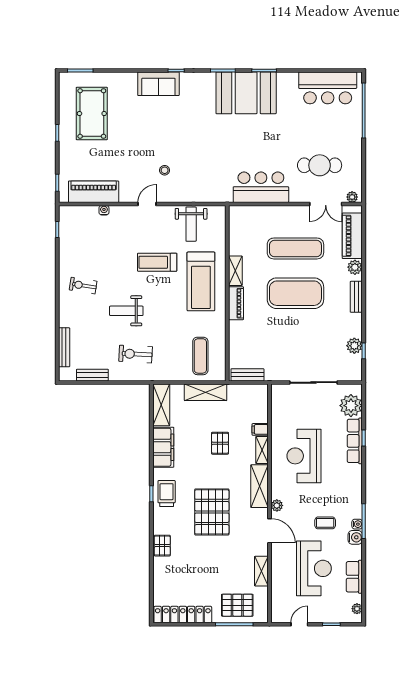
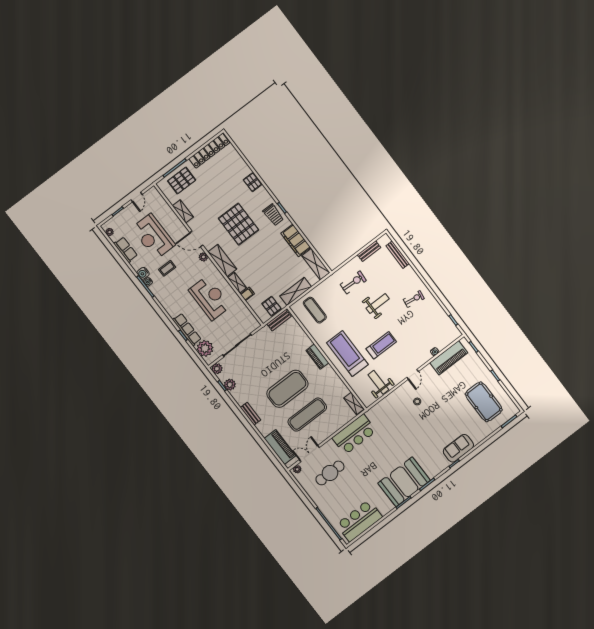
plant: (355, 267) -> (217, 369), moved
shelving: (235, 271) -> (354, 403), moved
pallet: (220, 443) -> (272, 306), moved

